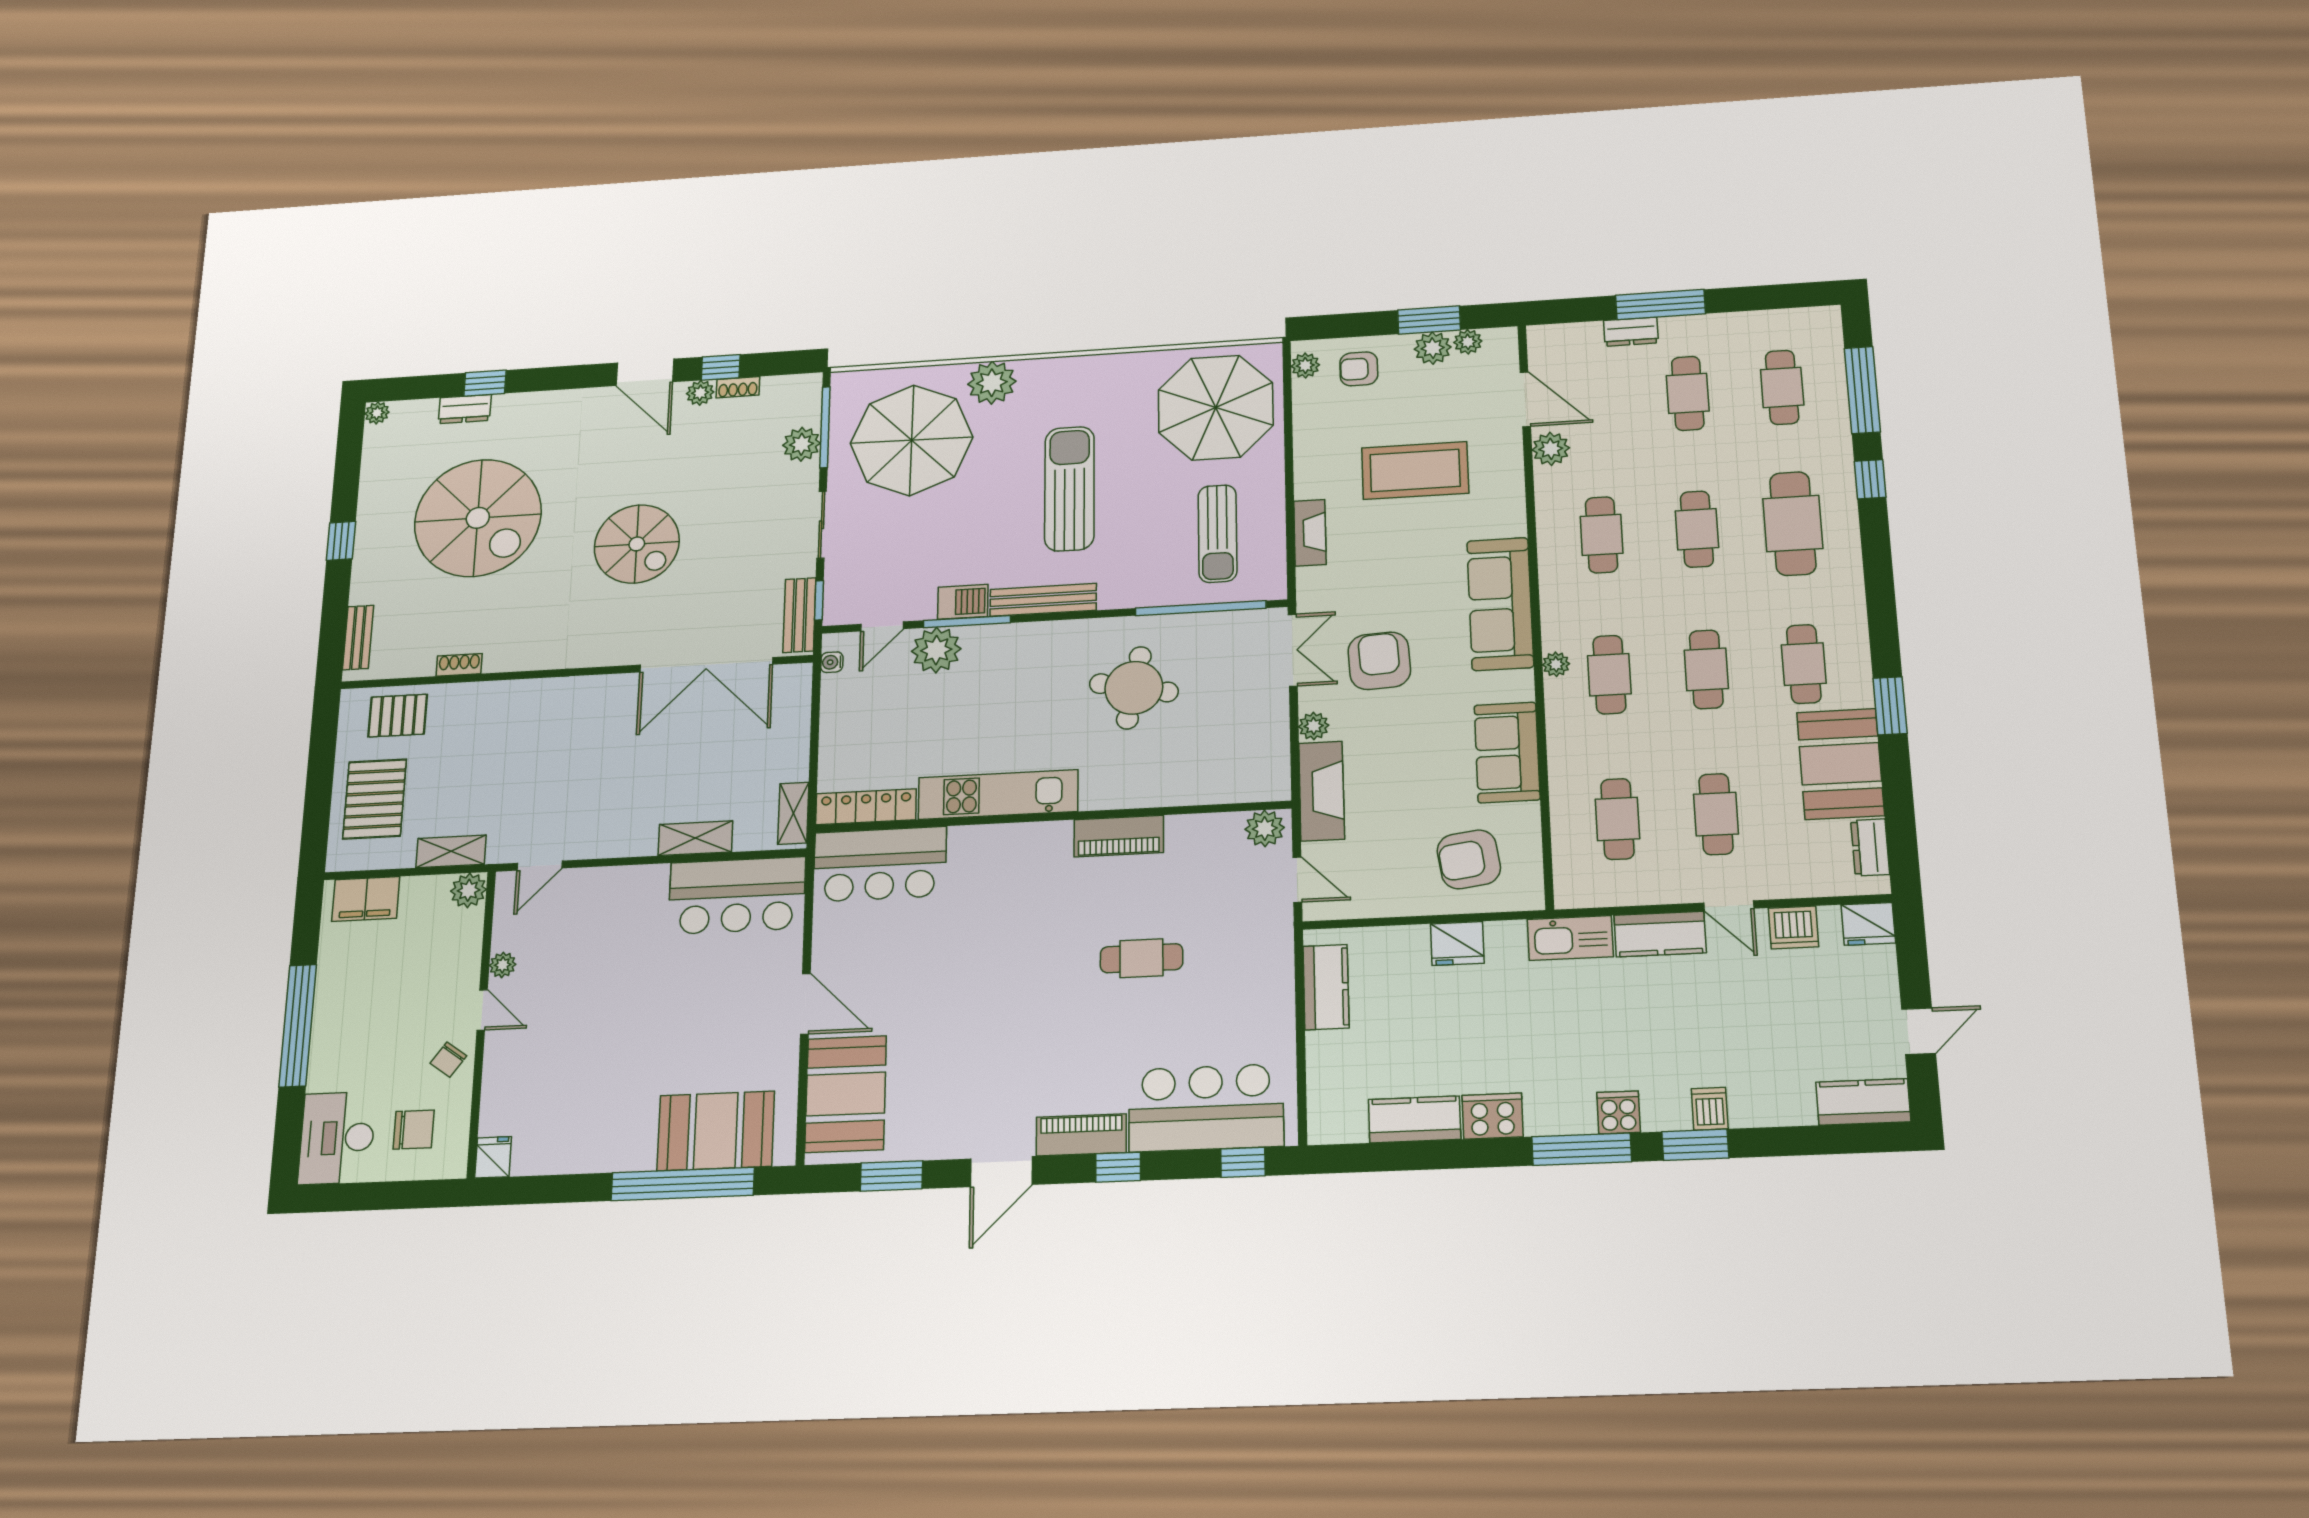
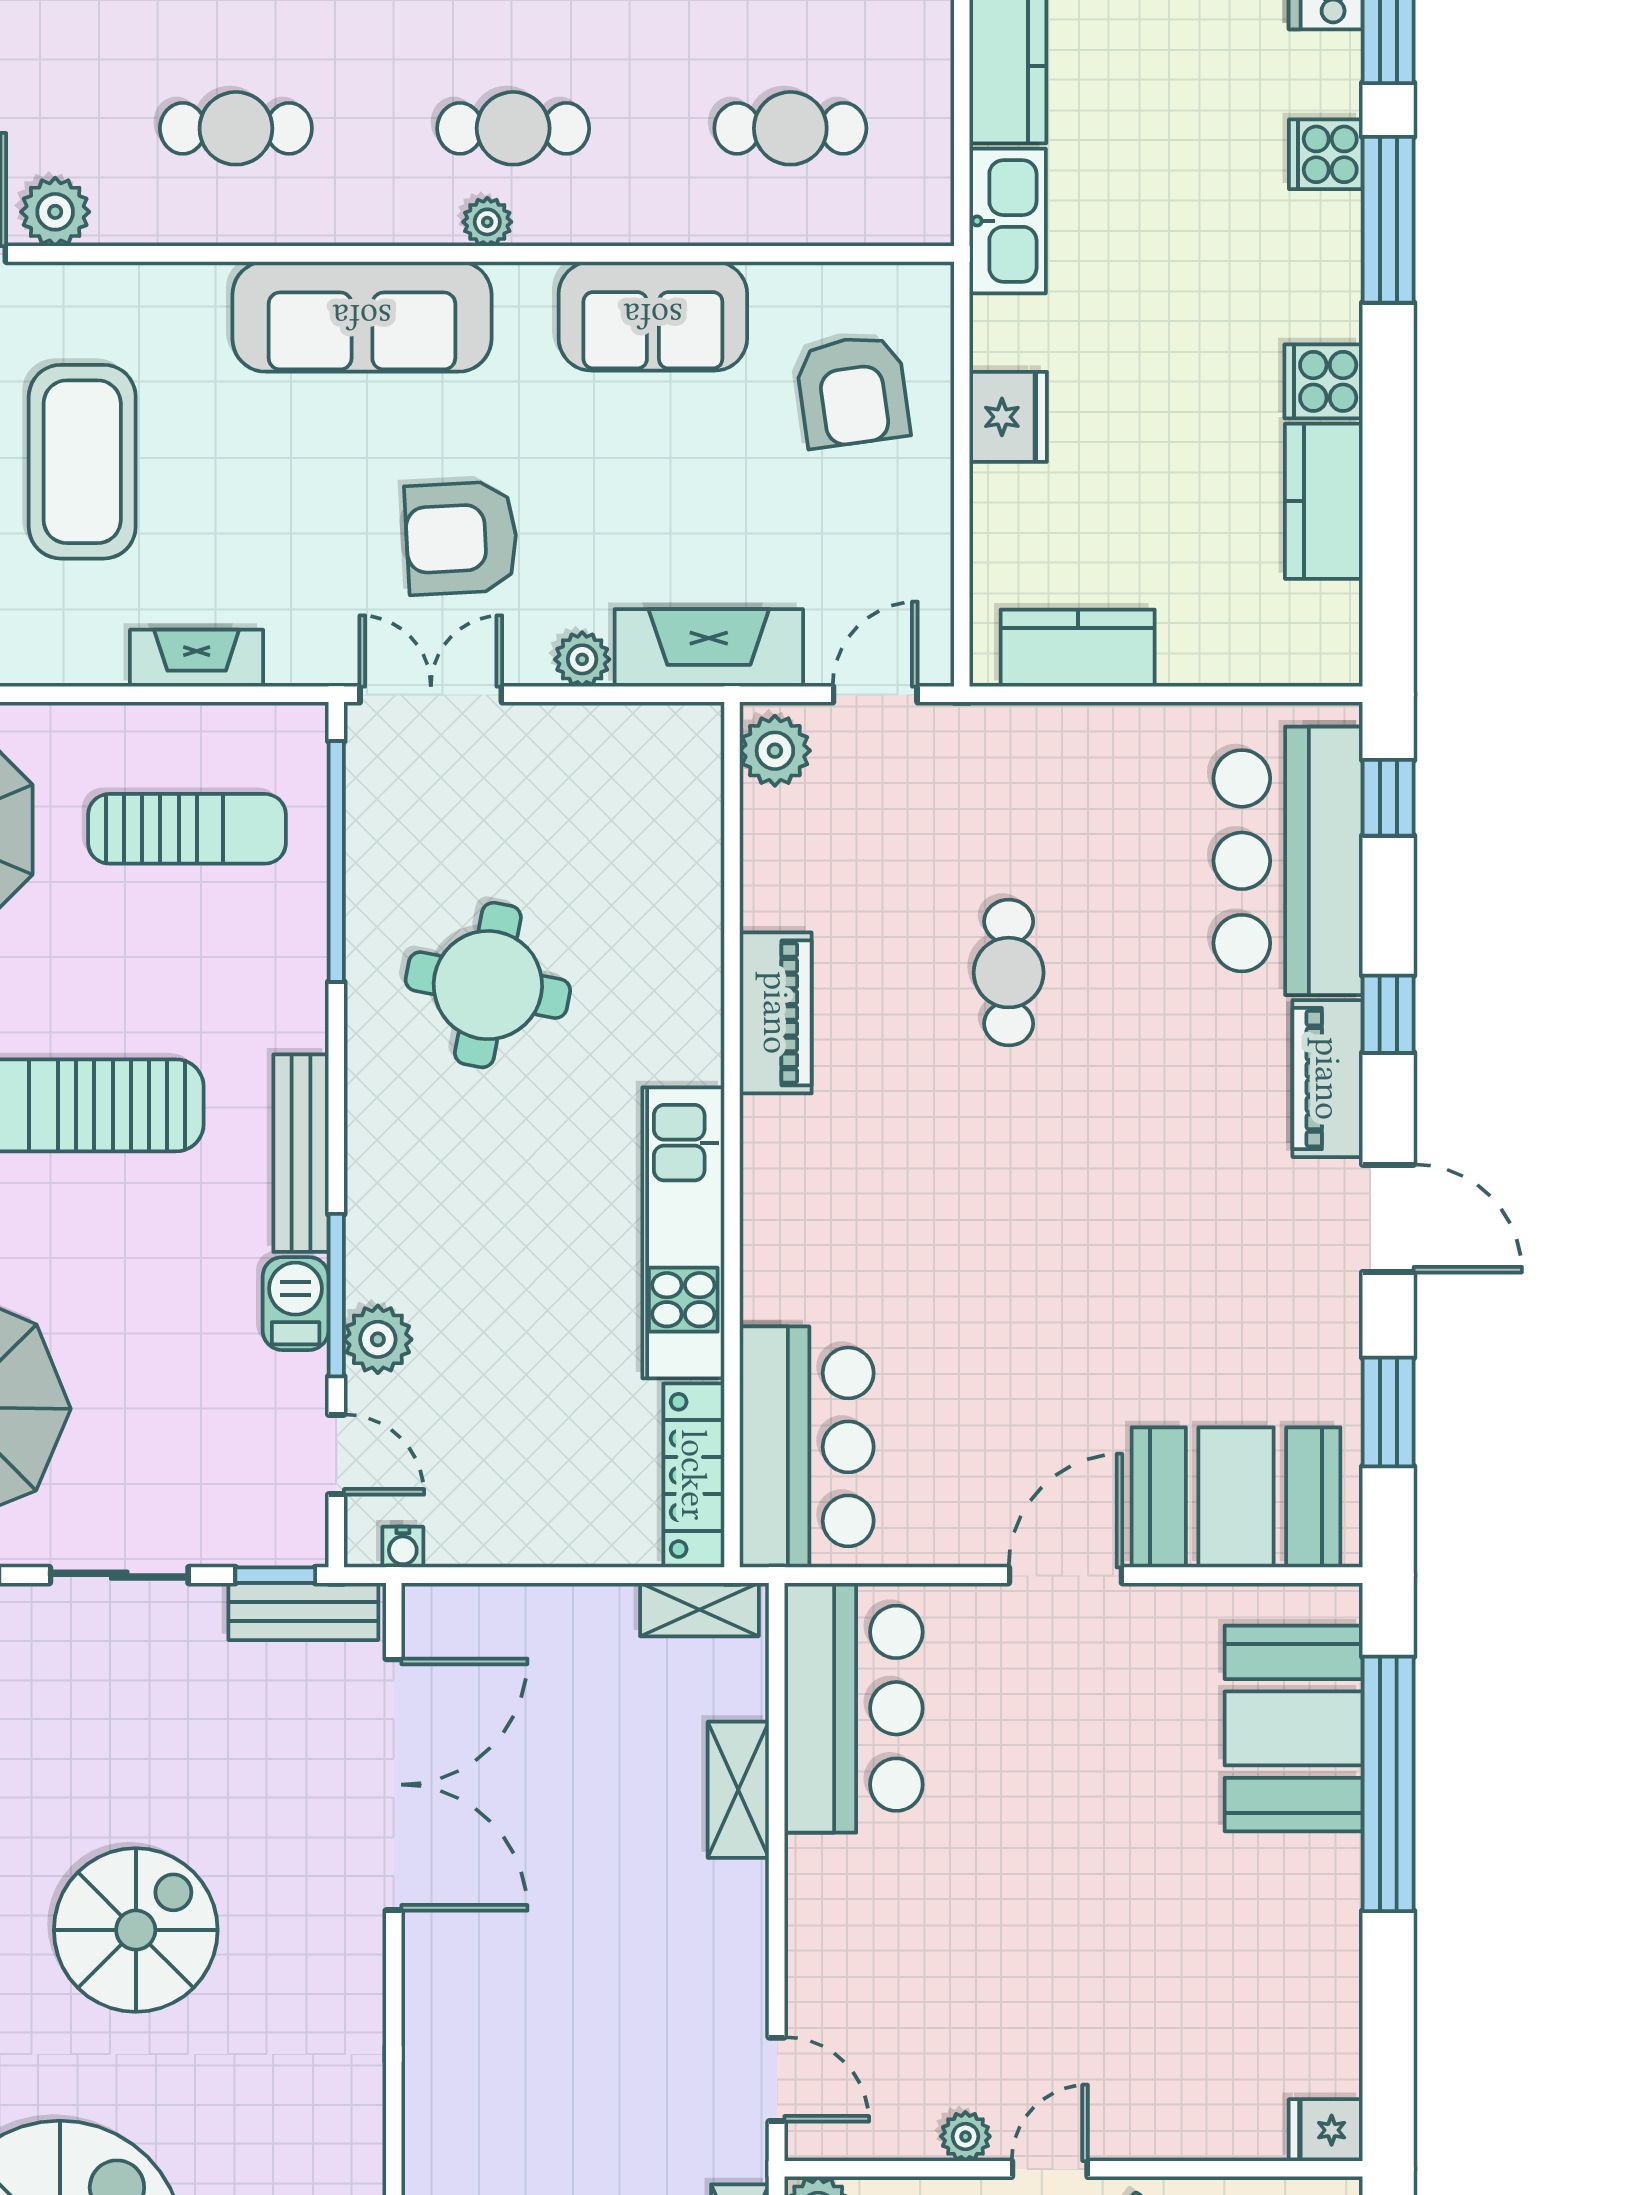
plant: (936, 650) -> (378, 1339), width x0.73, depth x0.73
cooker: (1493, 1116) -> (1324, 381), width x0.73

